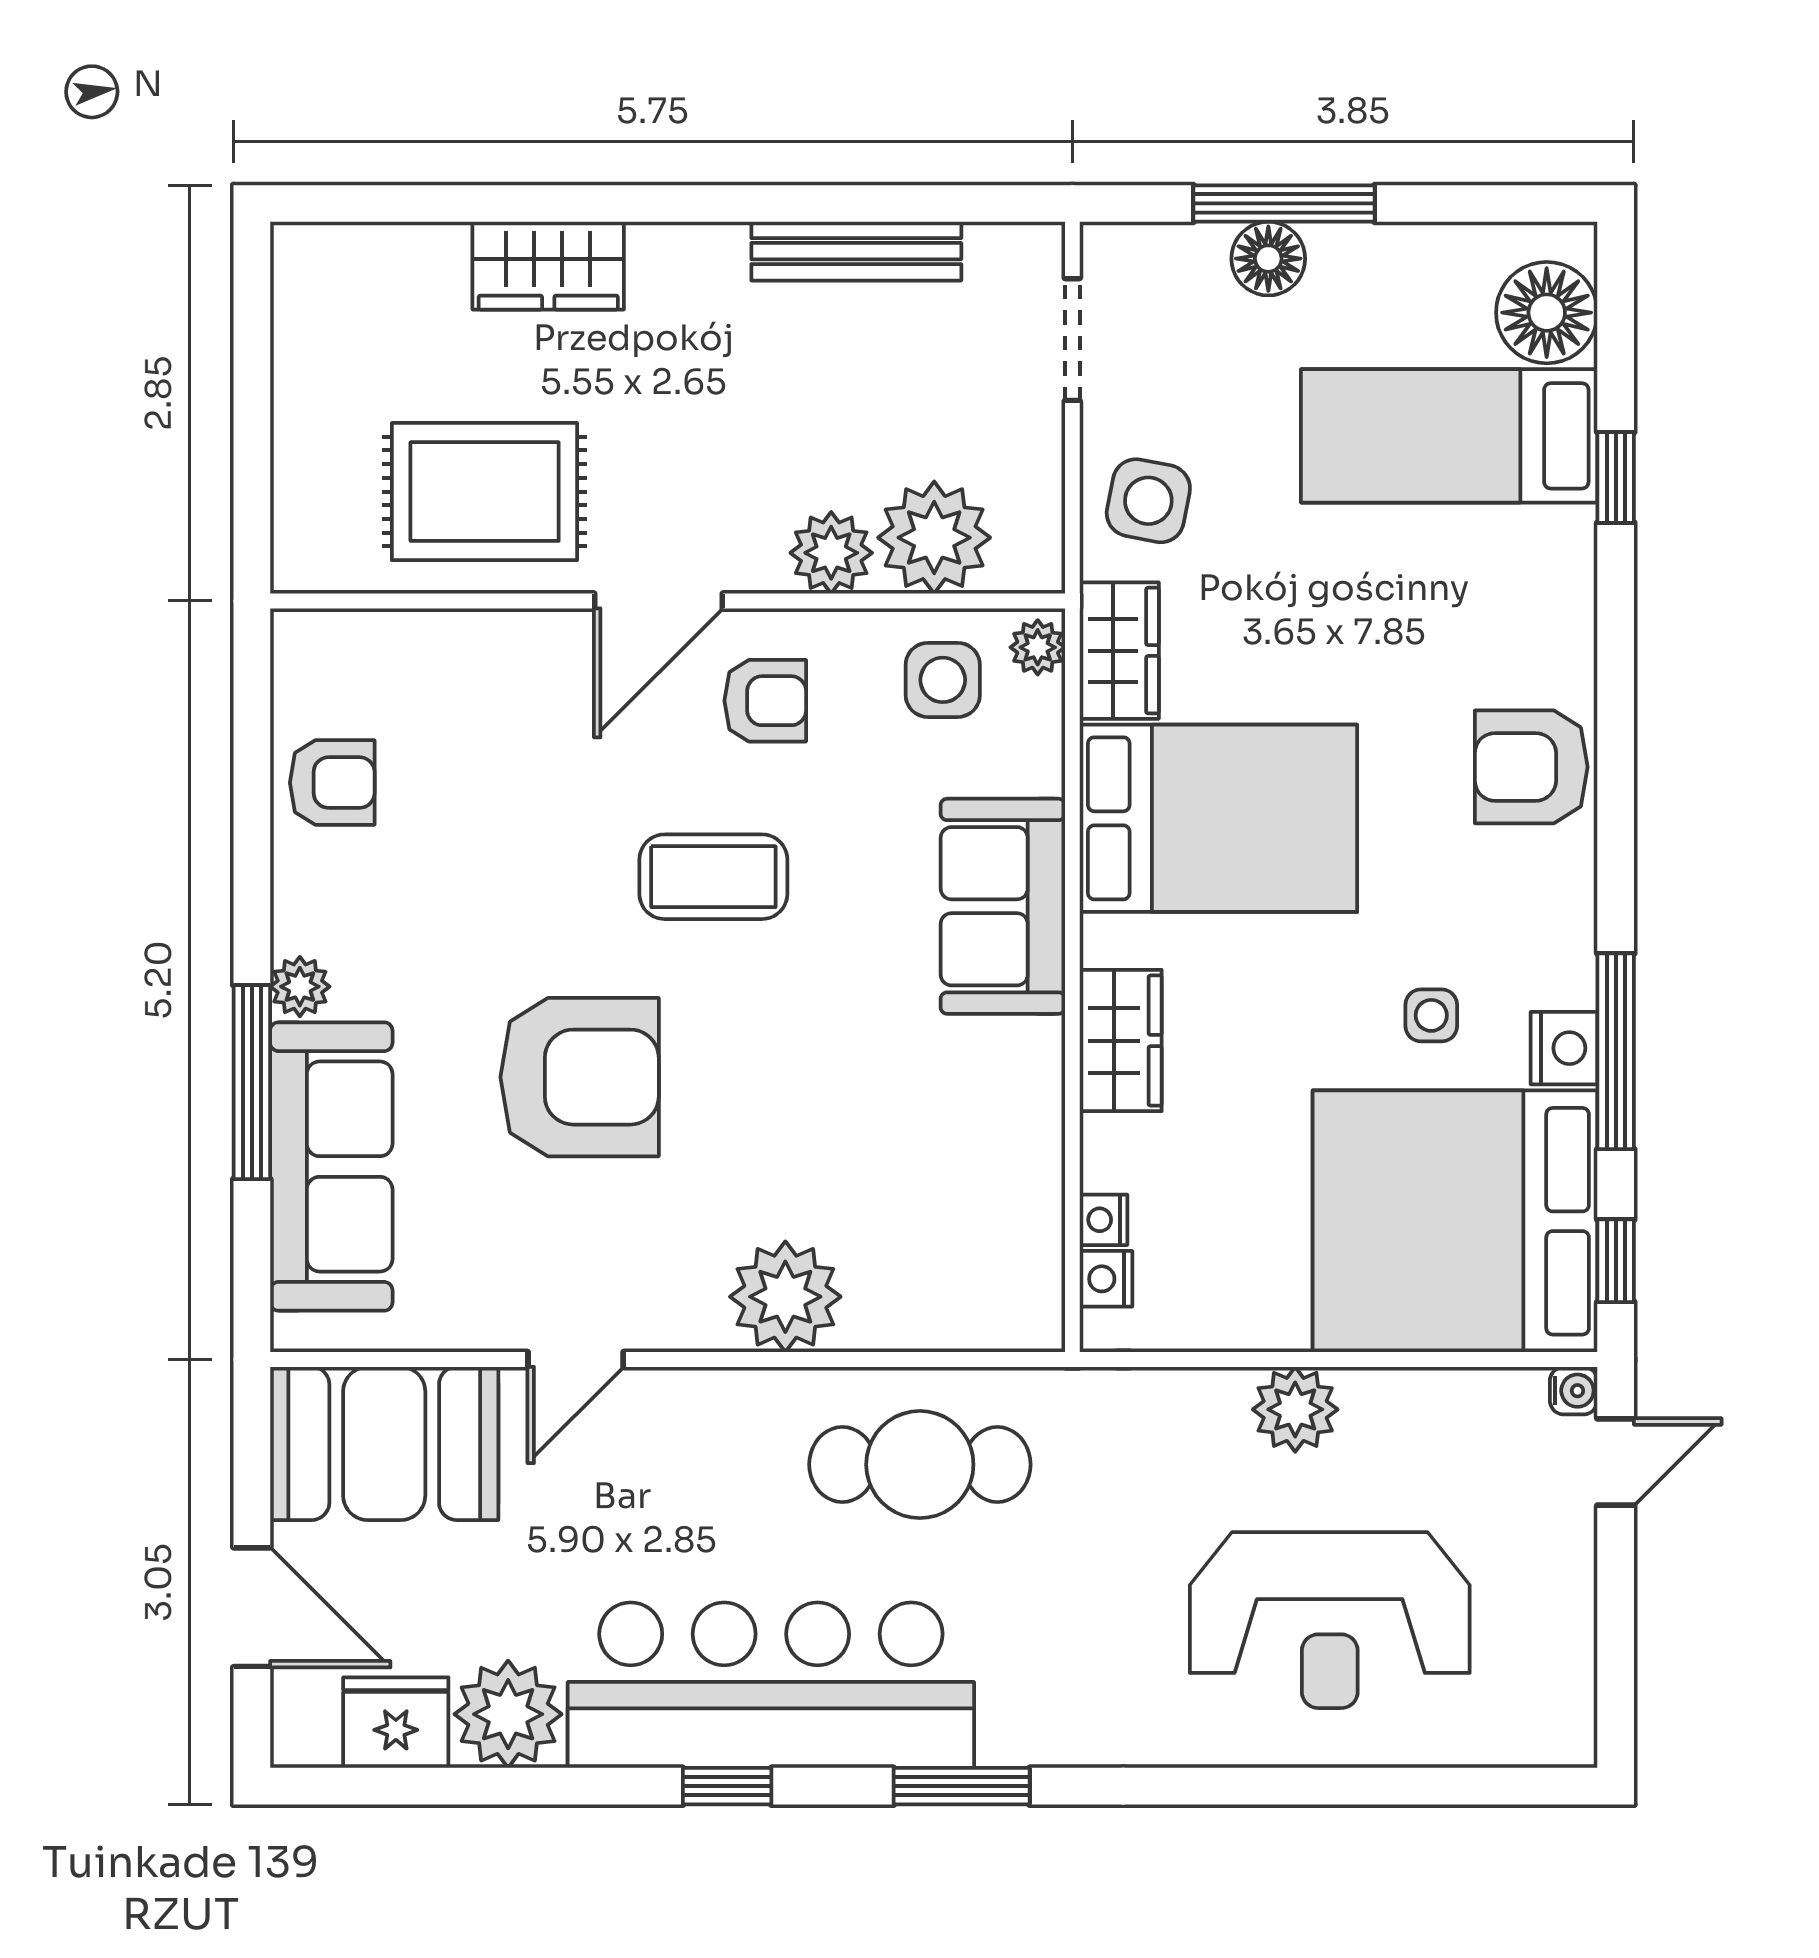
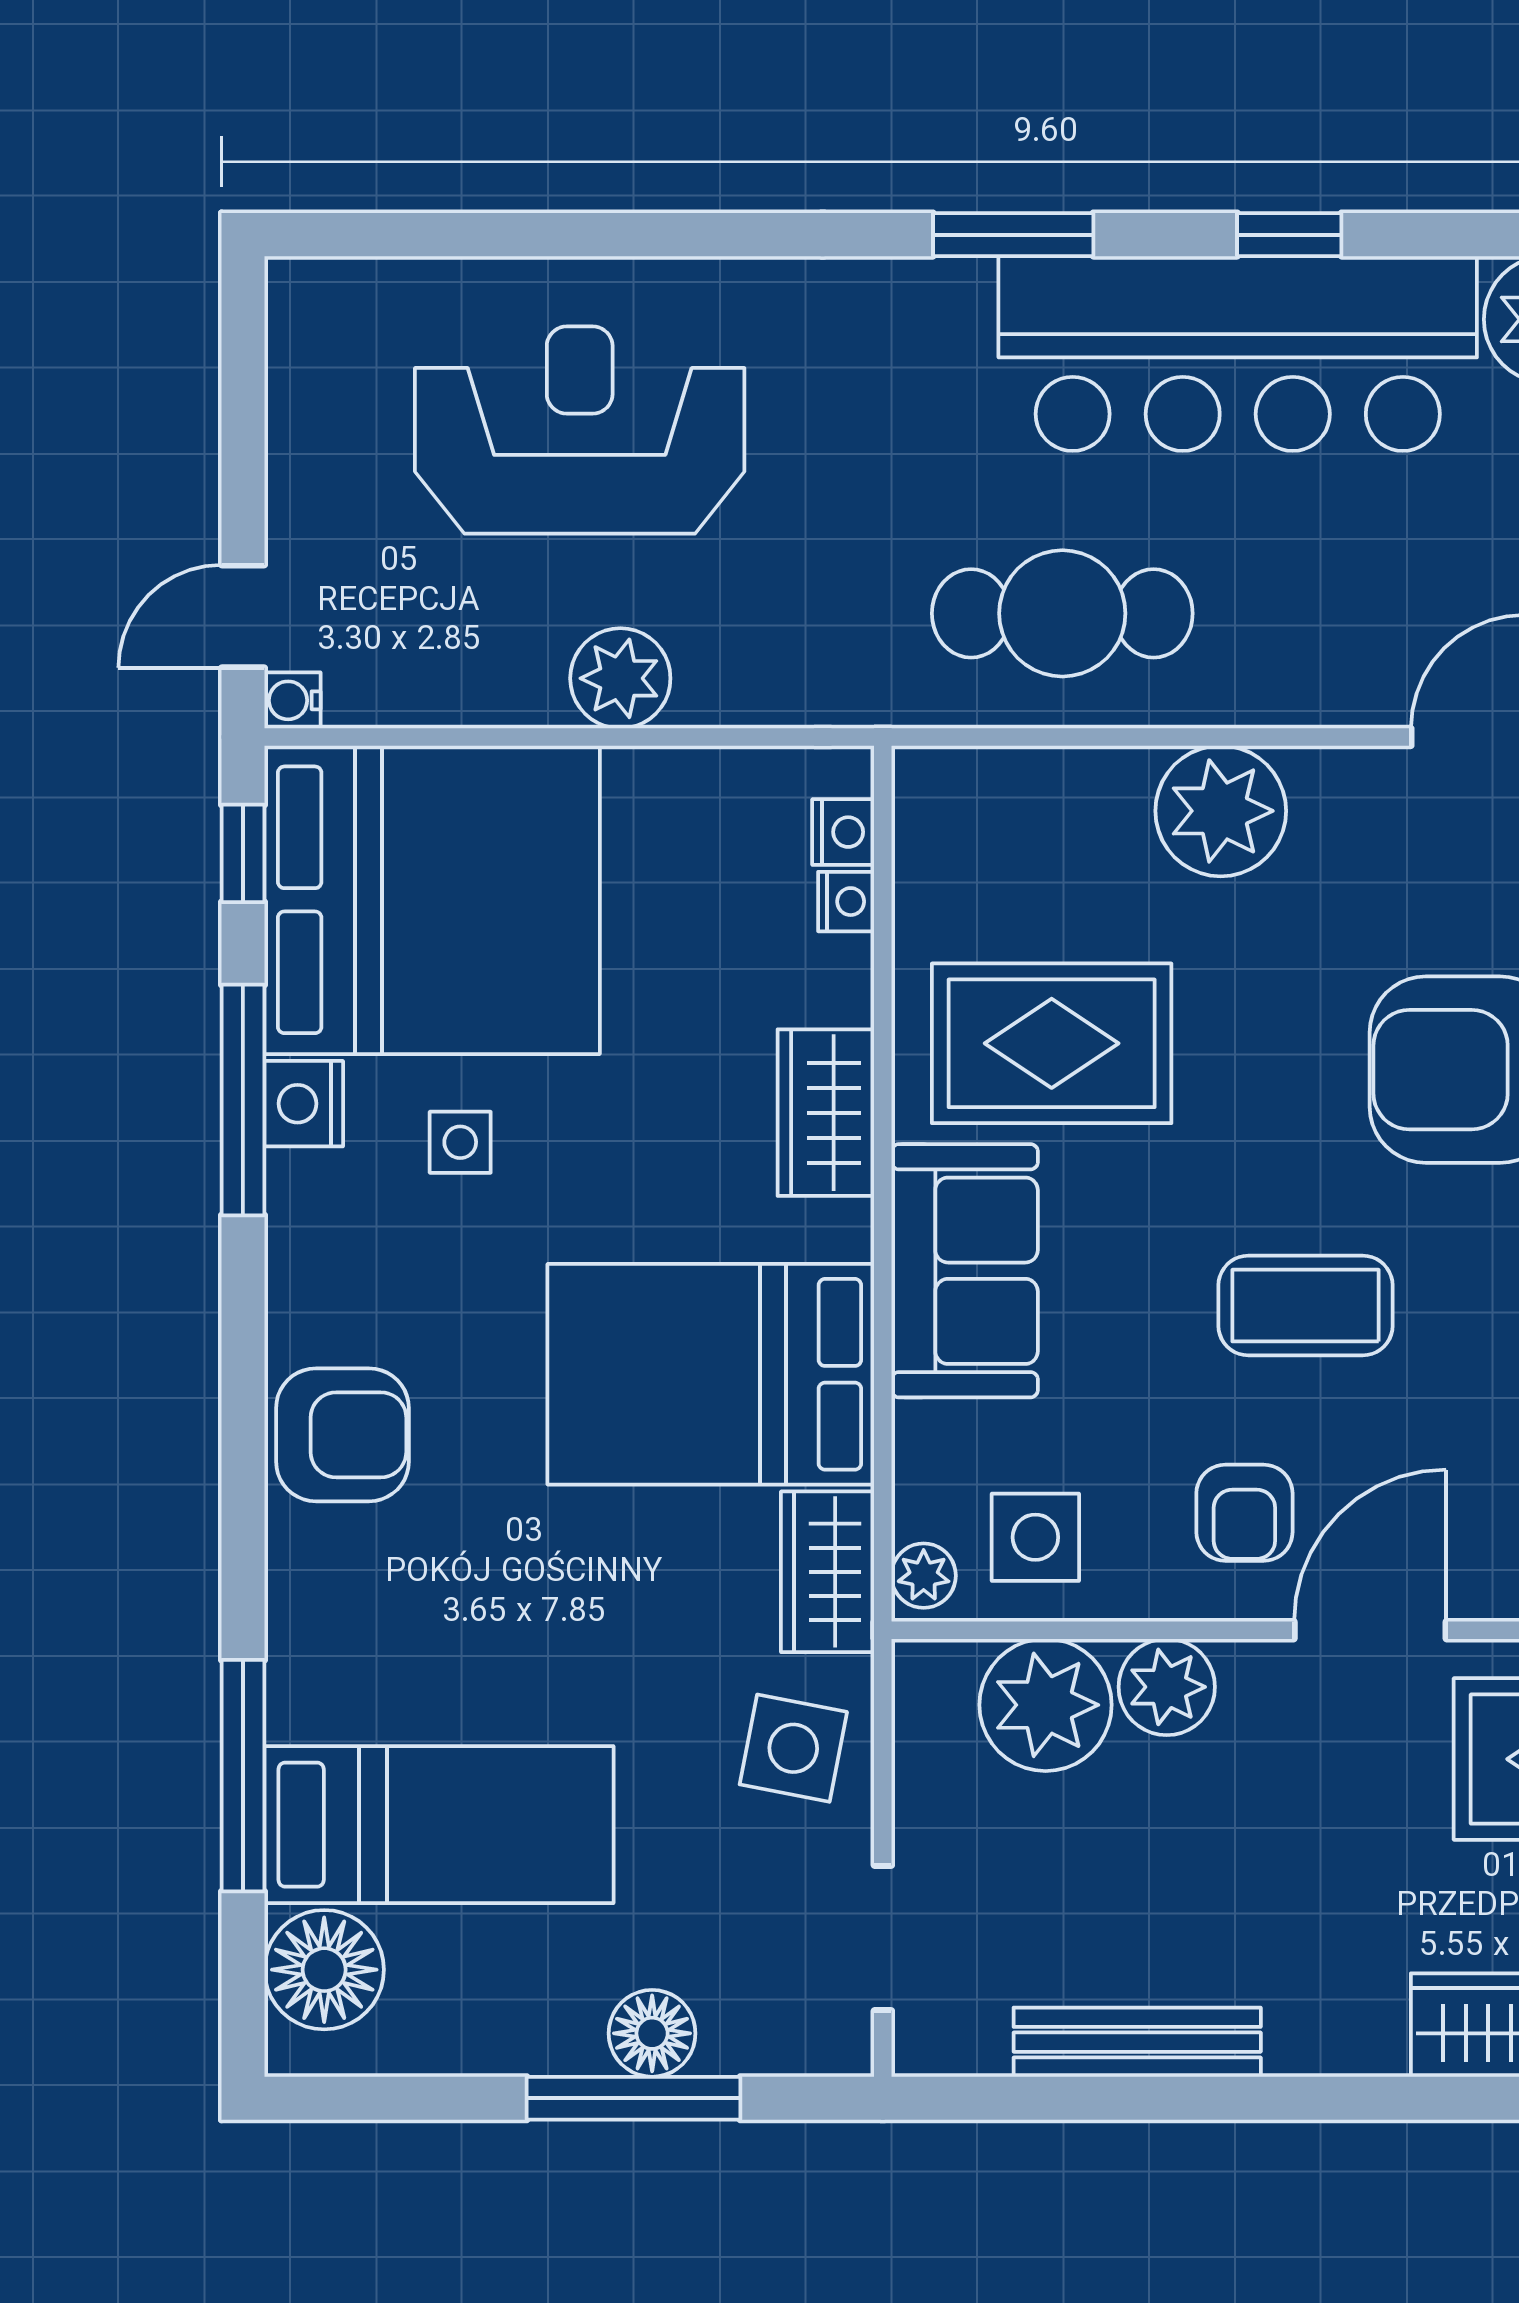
window: (1616, 477) -> (243, 1776), width x2.17
armchair: (765, 701) -> (1244, 1513), turned -90
rug: (929, 1099) -> (1052, 1043), added

